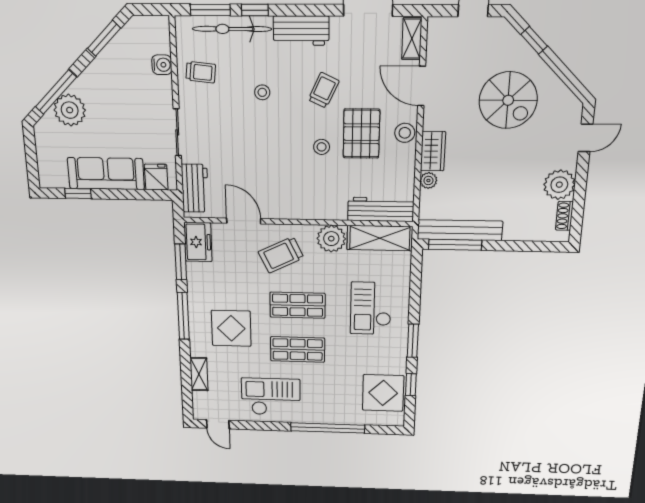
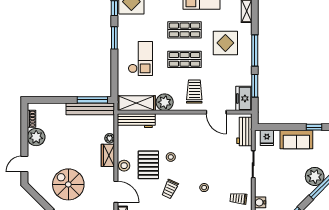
sofa: (106, 174) -> (296, 140), width x0.73
trolley: (281, 255) -> (194, 91), turned -64

